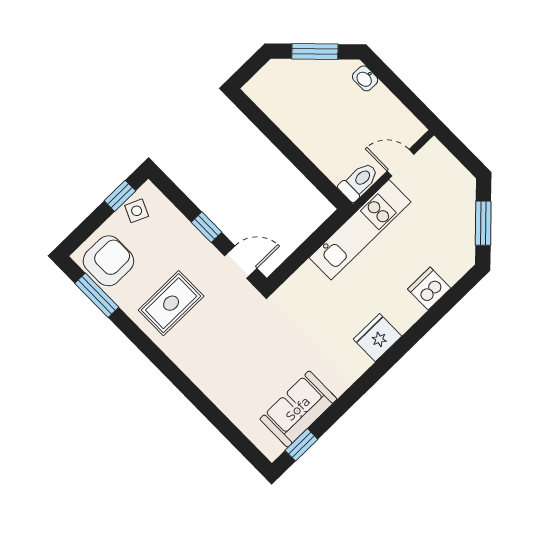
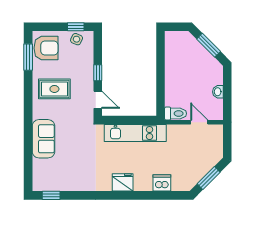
washbasin: (365, 78) -> (218, 92), moved
kitchen unit: (360, 230) -> (135, 133), moved
sofa: (298, 409) -> (43, 139), moved, turned 90

